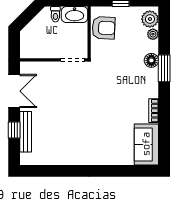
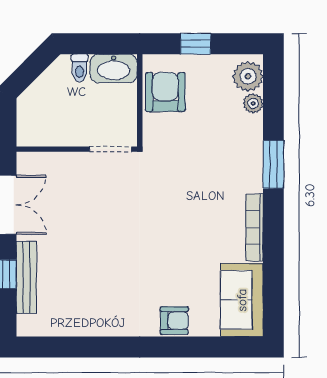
armchair: (104, 28) -> (165, 92), turned -93
floor lamp: (151, 60) -> (250, 150), removed
bookcase: (154, 111) -> (255, 227), width x1.56
armchair: (109, 156) -> (174, 321), added

